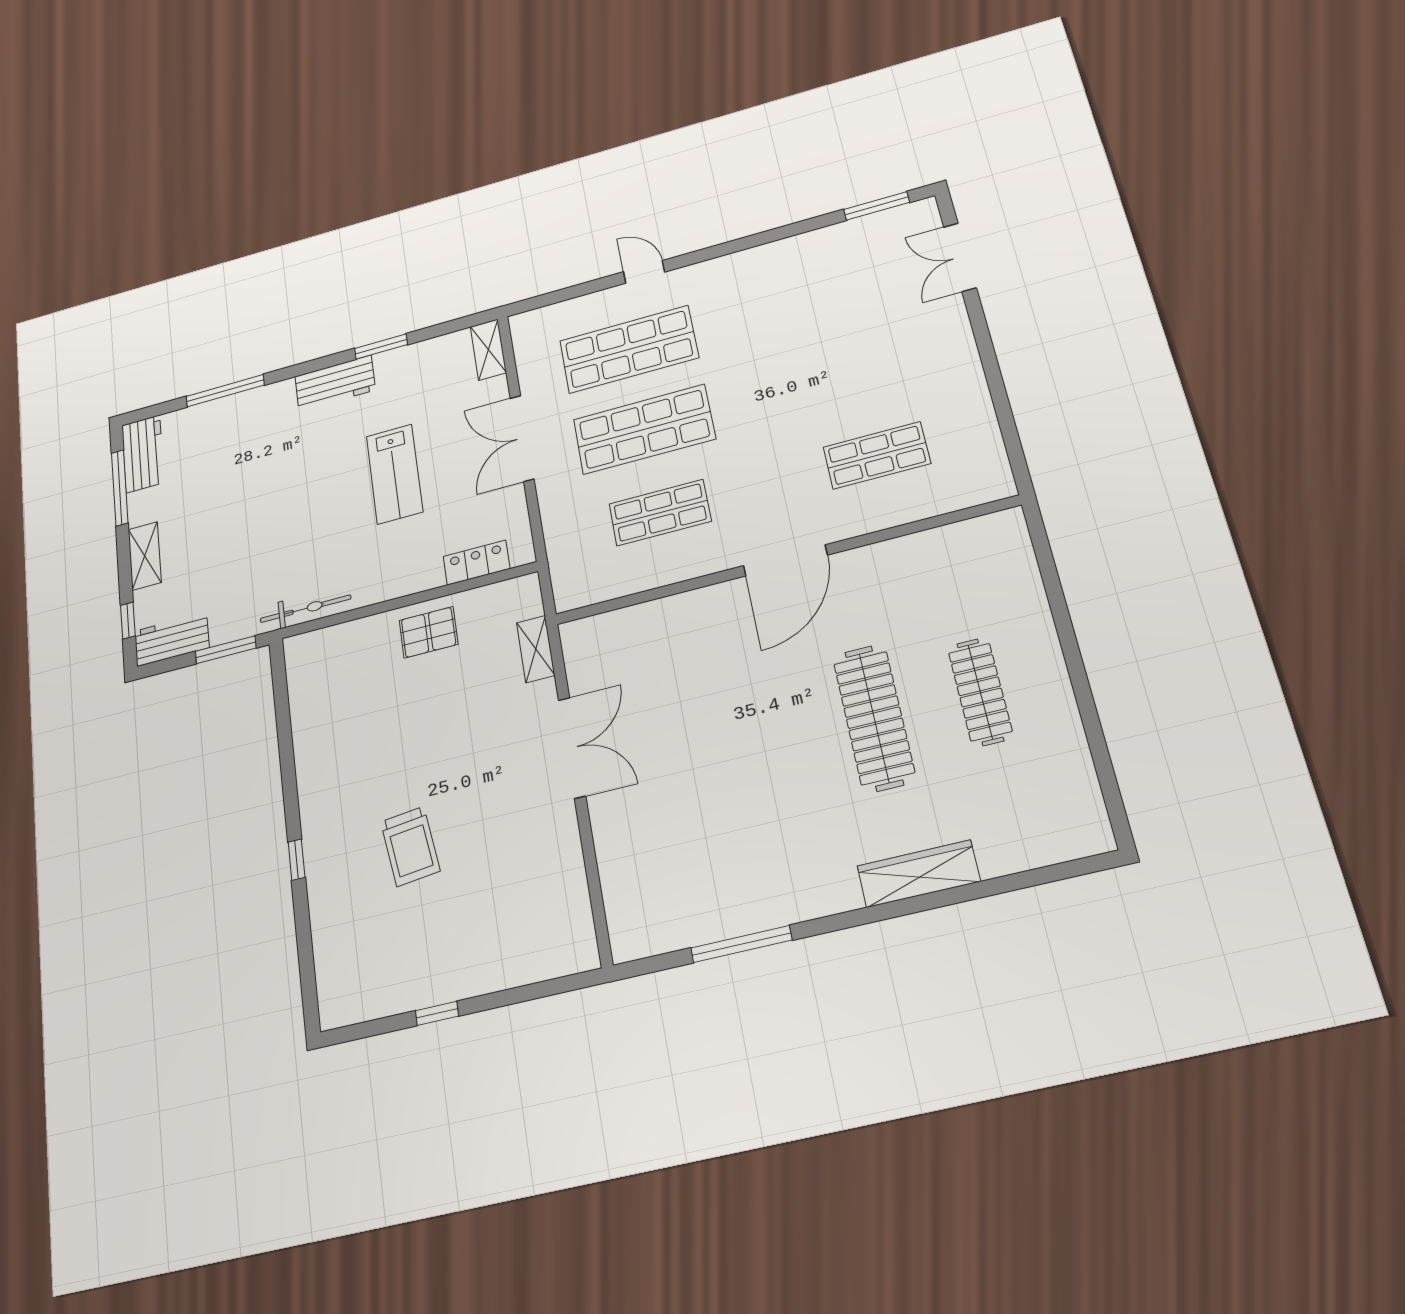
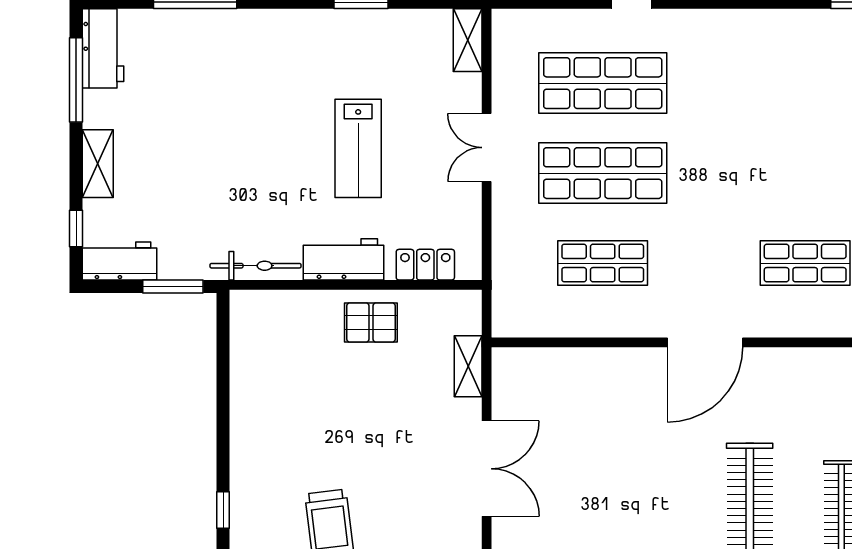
workbench: (335, 383) -> (344, 259), moved, turned 180
double door: (522, 438) -> (487, 148), width x0.73

